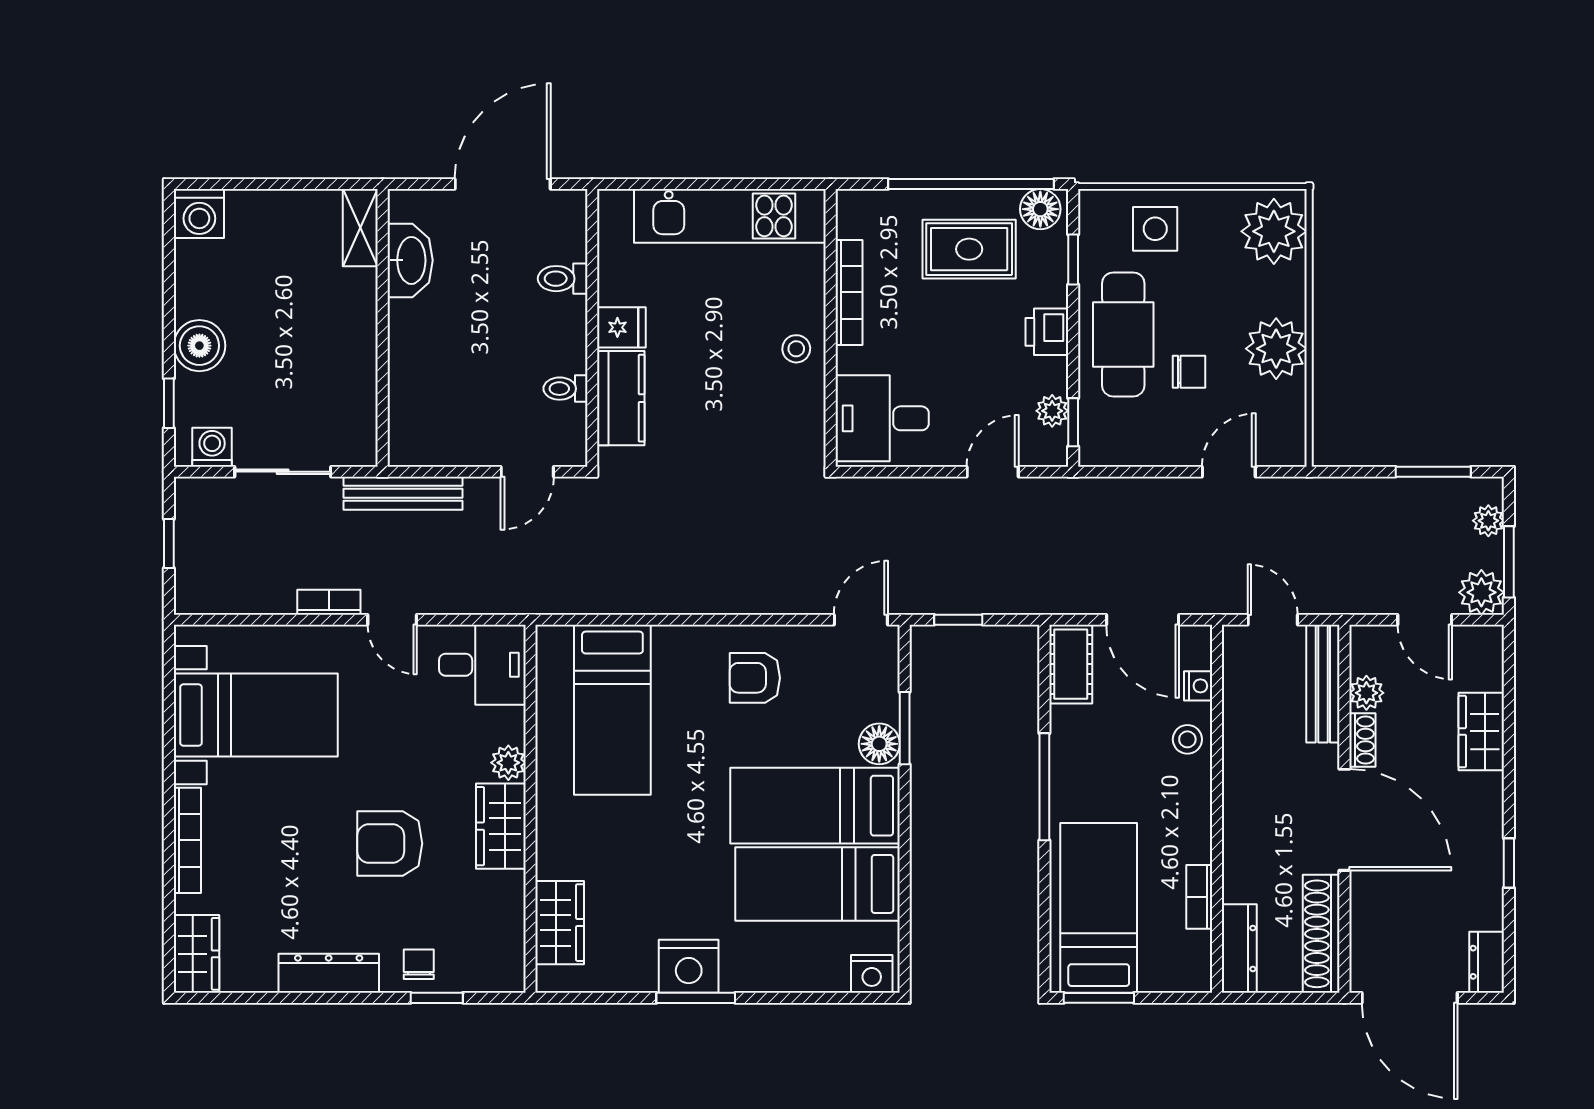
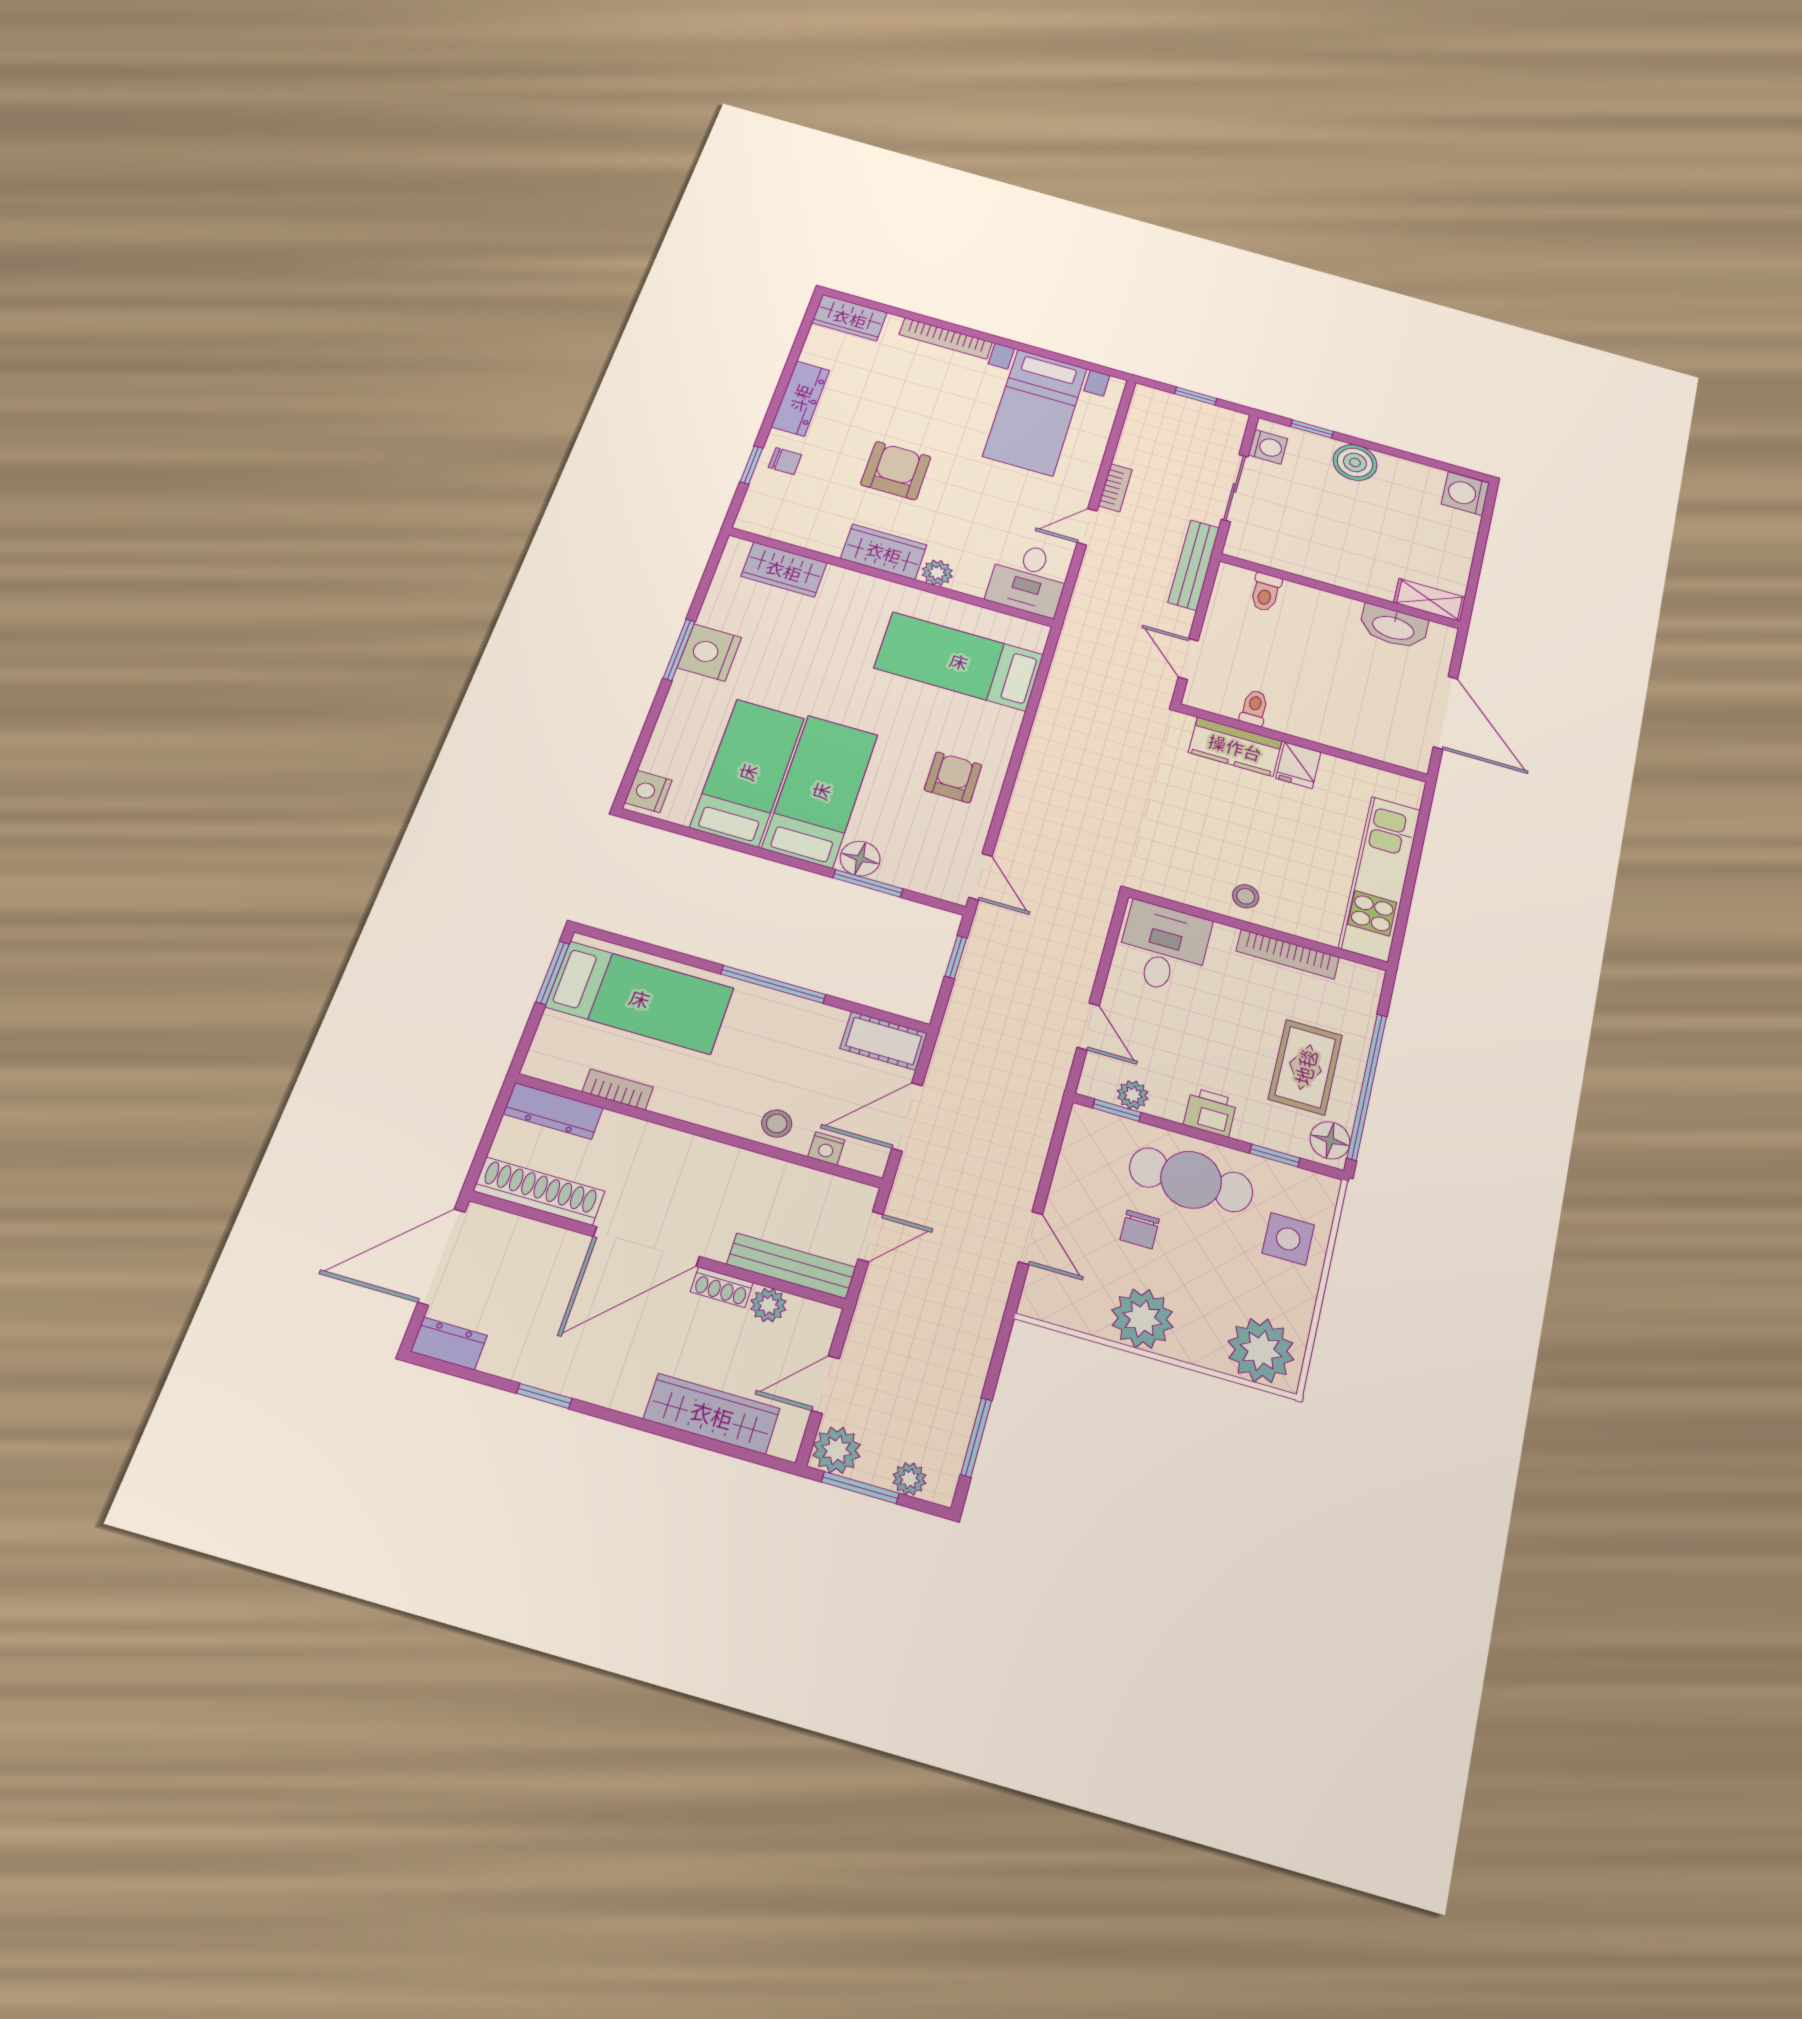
toilet: (563, 279) -> (1266, 592), moved, turned 180
wardrobe: (1481, 731) -> (712, 1414), width x1.50

